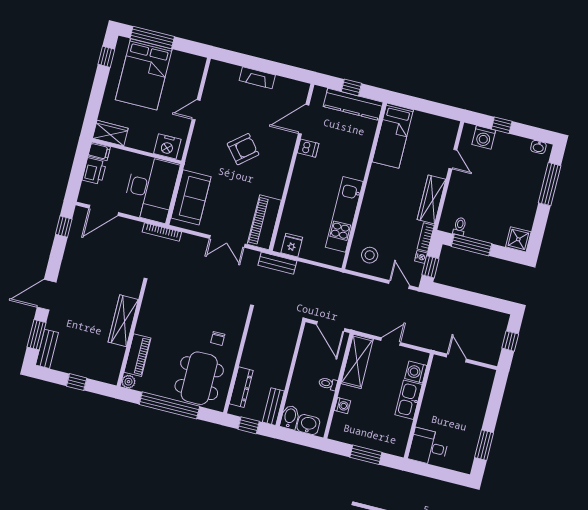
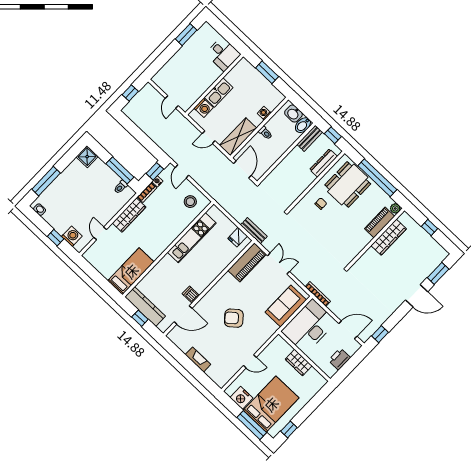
wardrobe: (110, 133) -> (299, 363), moved
nightstand: (167, 146) -> (241, 398), moved, turned 180
filing cabinet: (99, 151) -> (329, 370), removed
wardrobe: (123, 321) -> (389, 237), moved
bench: (47, 349) -> (437, 260), removed

